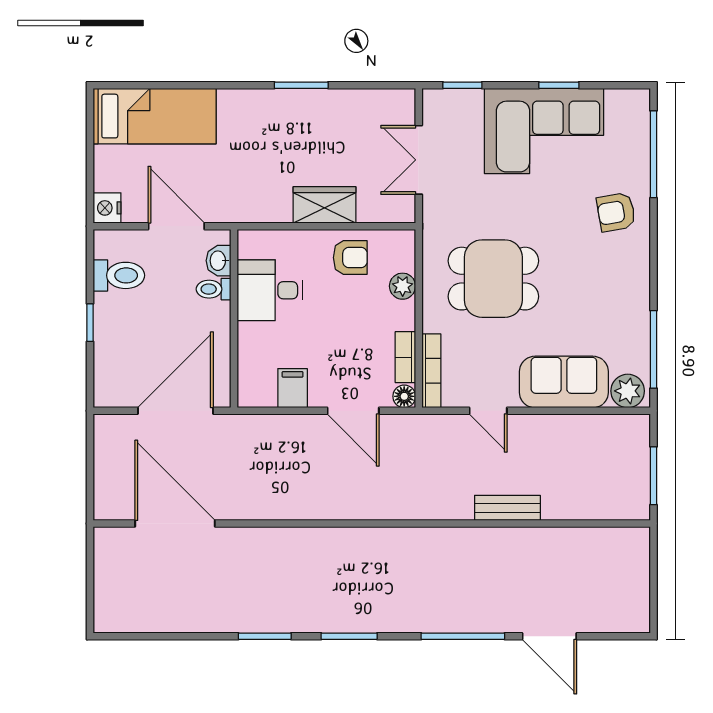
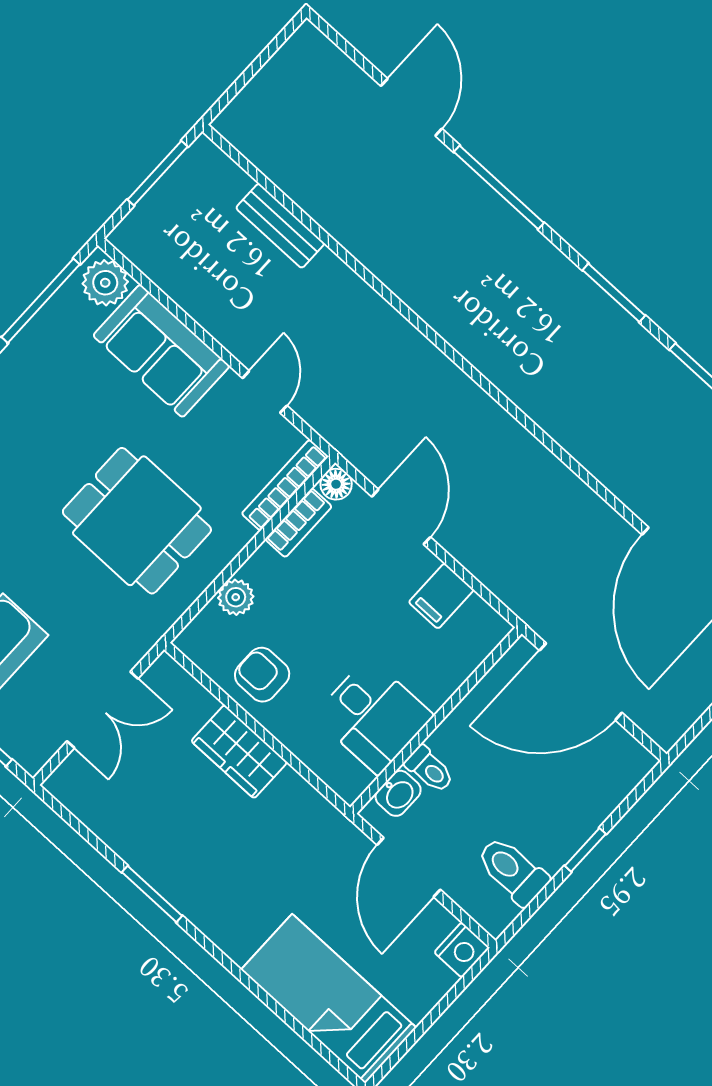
bench: (507, 508) -> (280, 226), moved

